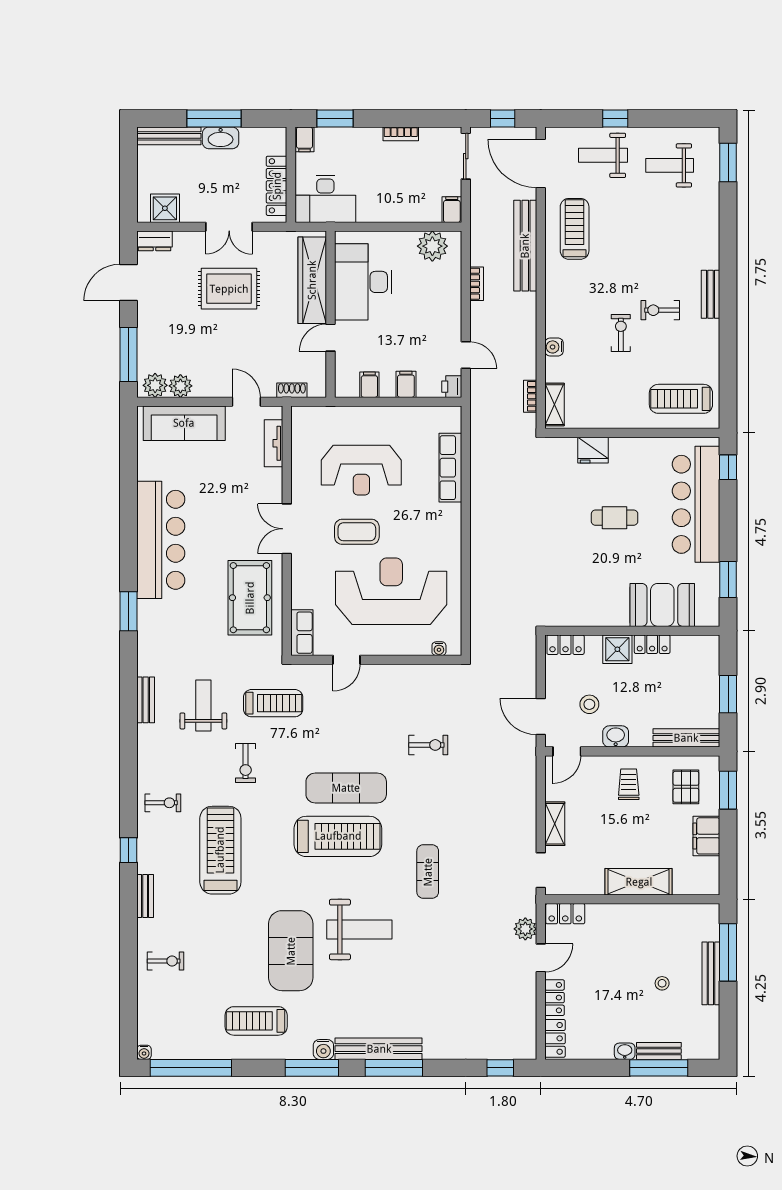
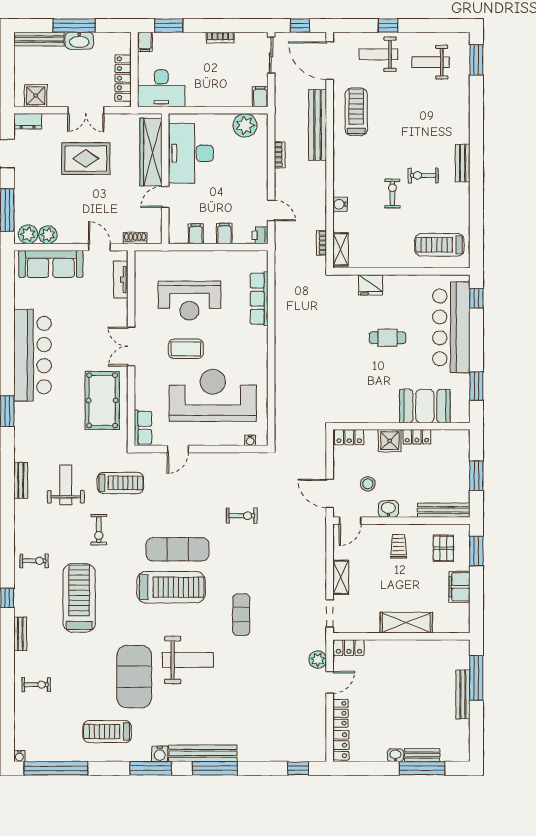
stool: (662, 983) -> (425, 702), removed

